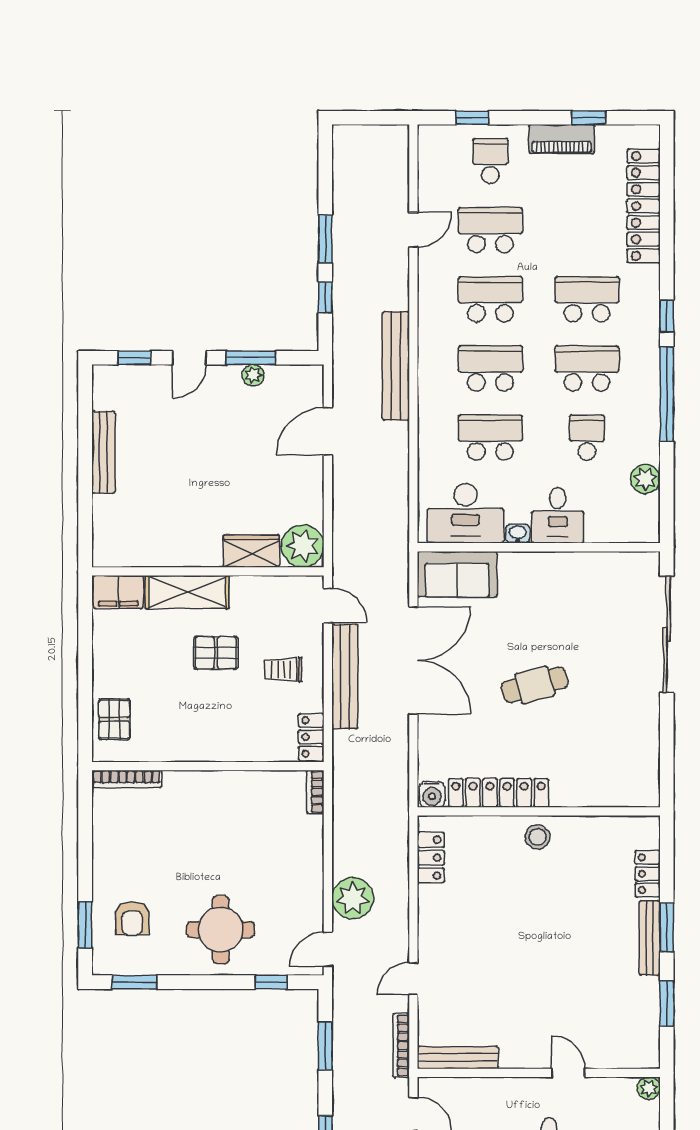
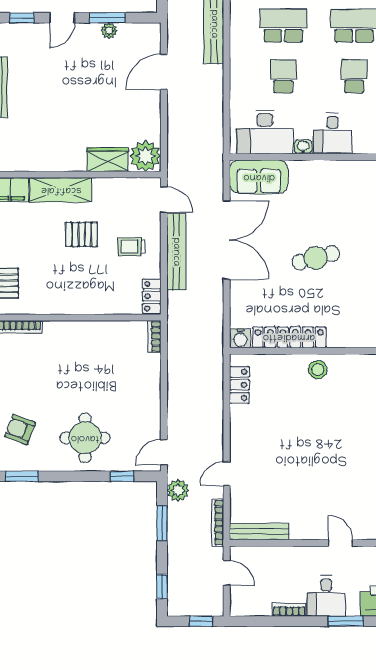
school desk: (490, 438) -> (283, 76), width x0.54
plant: (353, 898) -> (178, 490), moved, width x0.73, depth x0.73
armchair: (132, 918) -> (20, 429), turned 111

